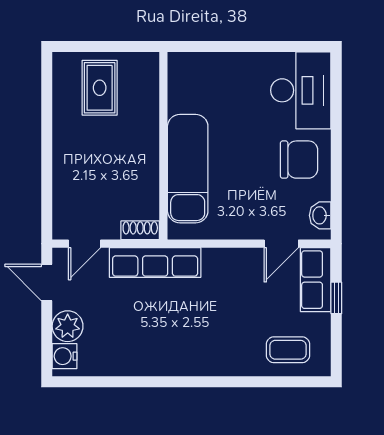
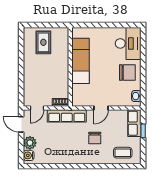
exam couch: (188, 169) -> (80, 61), moved
door: (281, 244) -> (101, 108), moved
chair: (222, 315) -> (95, 138), added

